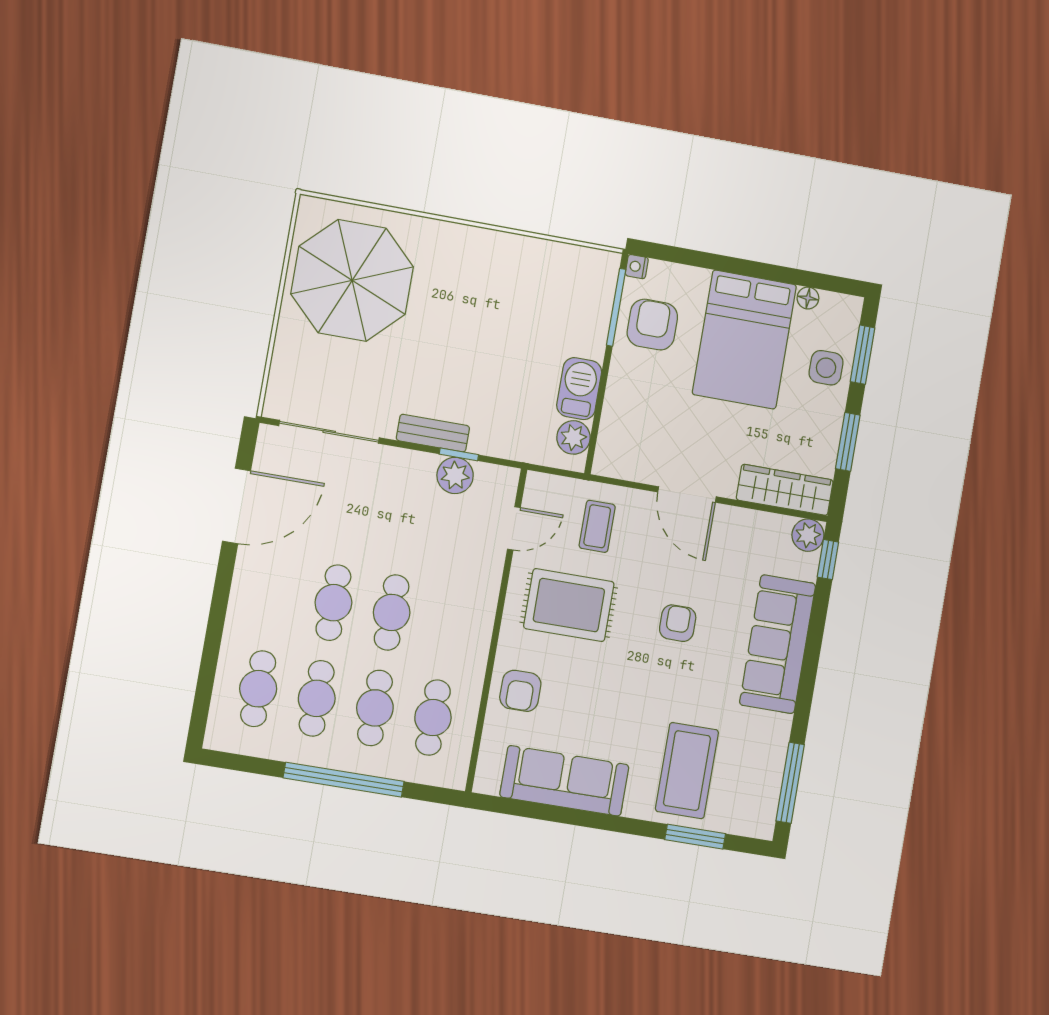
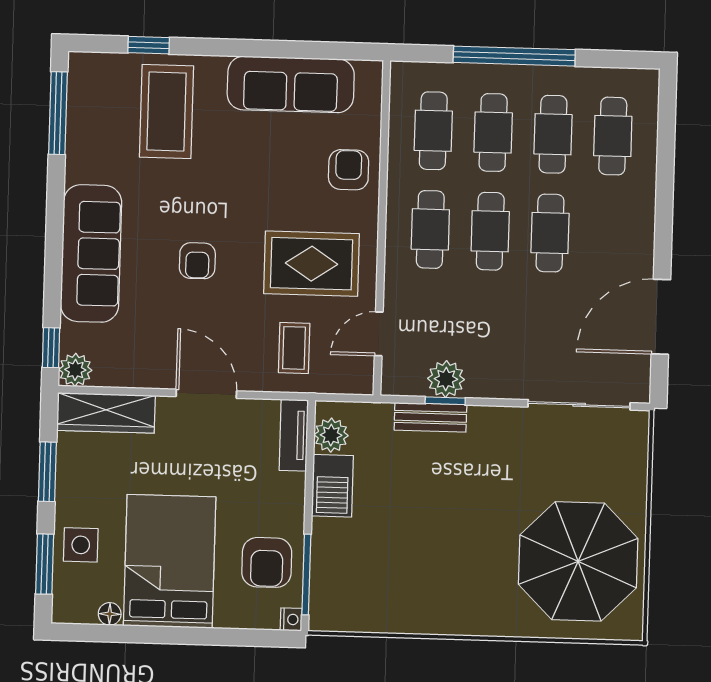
bench: (433, 433) -> (430, 417), moved
tv unit: (609, 443) -> (294, 435), added
cafe table: (450, 622) -> (430, 229), added
window: (695, 837) -> (149, 45), width x0.67

